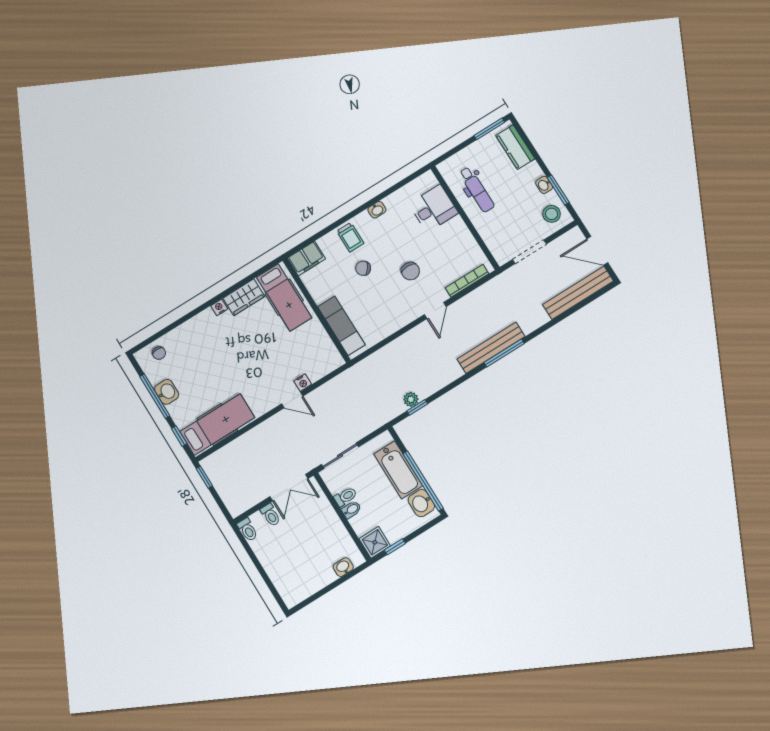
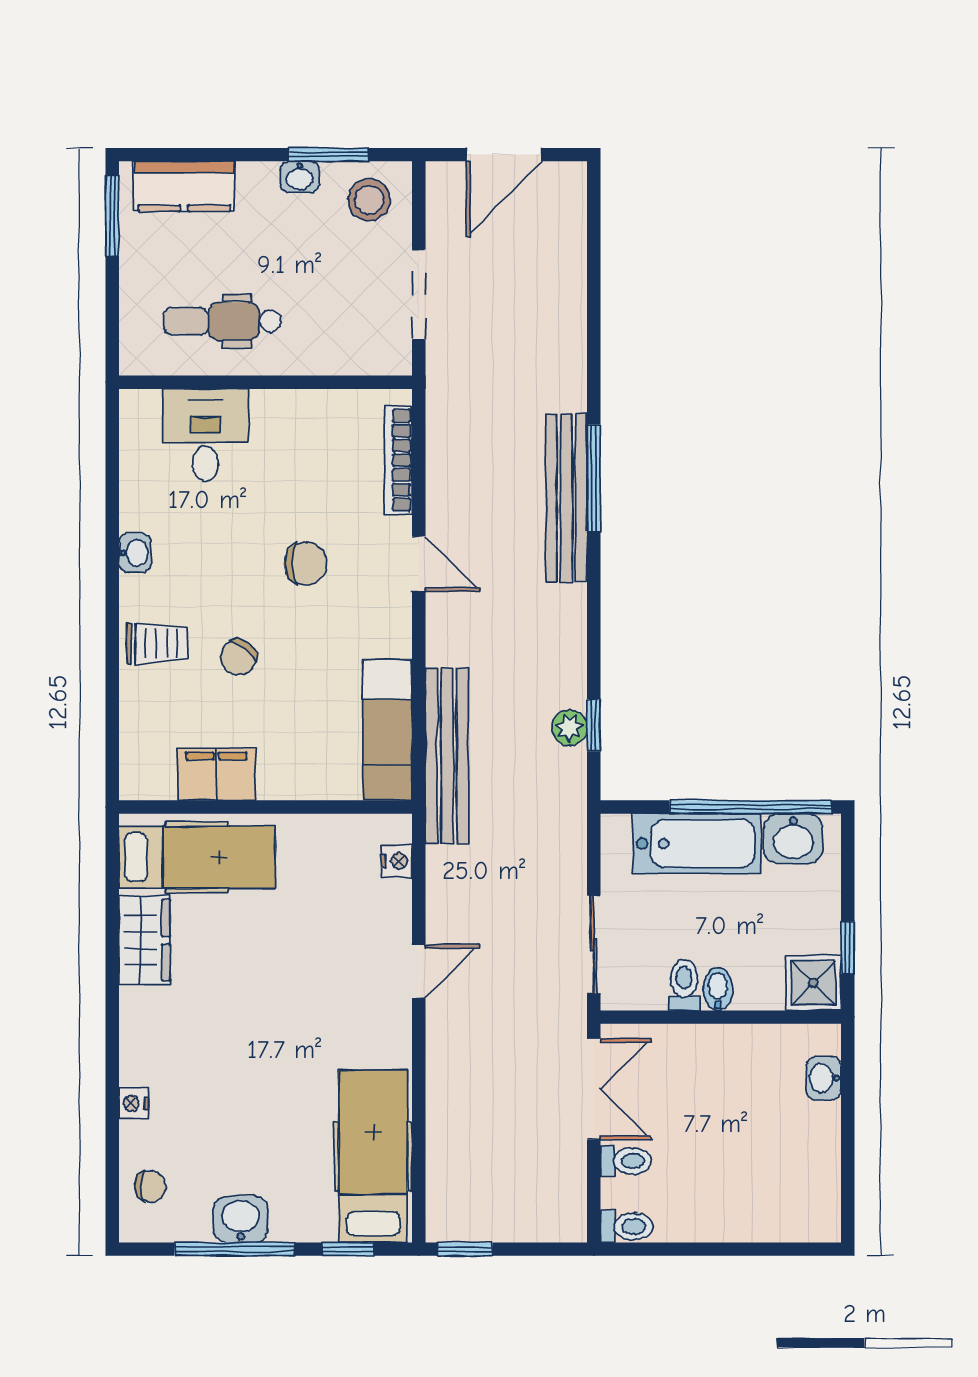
dental chair: (477, 190) -> (222, 321), turned 180
filing cabinet: (306, 258) -> (216, 774), moved, turned -90
bench: (578, 293) -> (447, 756), moved
nightstand: (219, 307) -> (134, 1103), moved
exam couch: (341, 326) -> (388, 730), moved, turned -90
nightstand: (303, 383) -> (397, 861), moved

